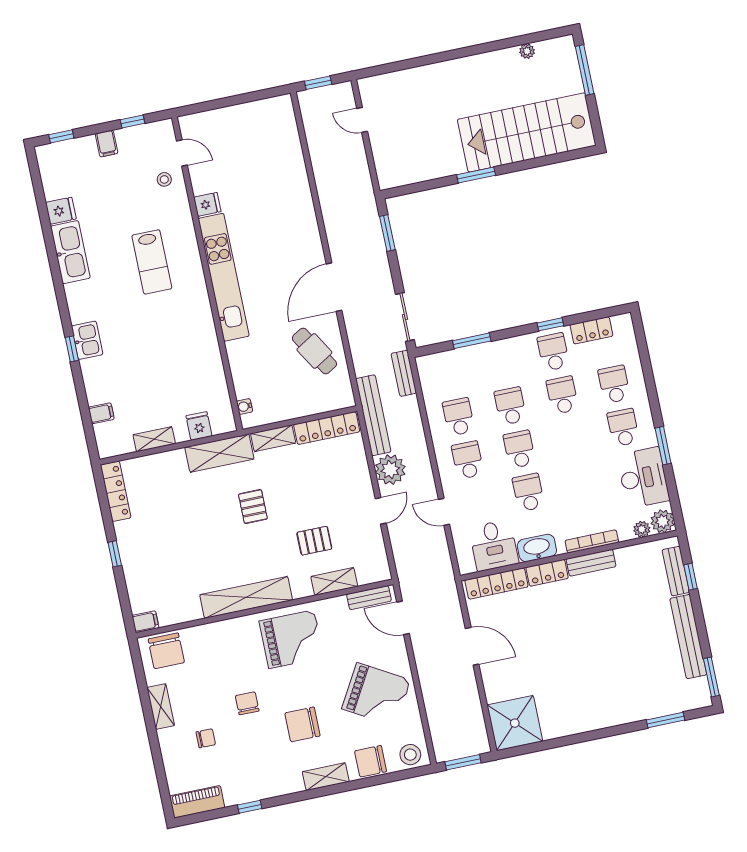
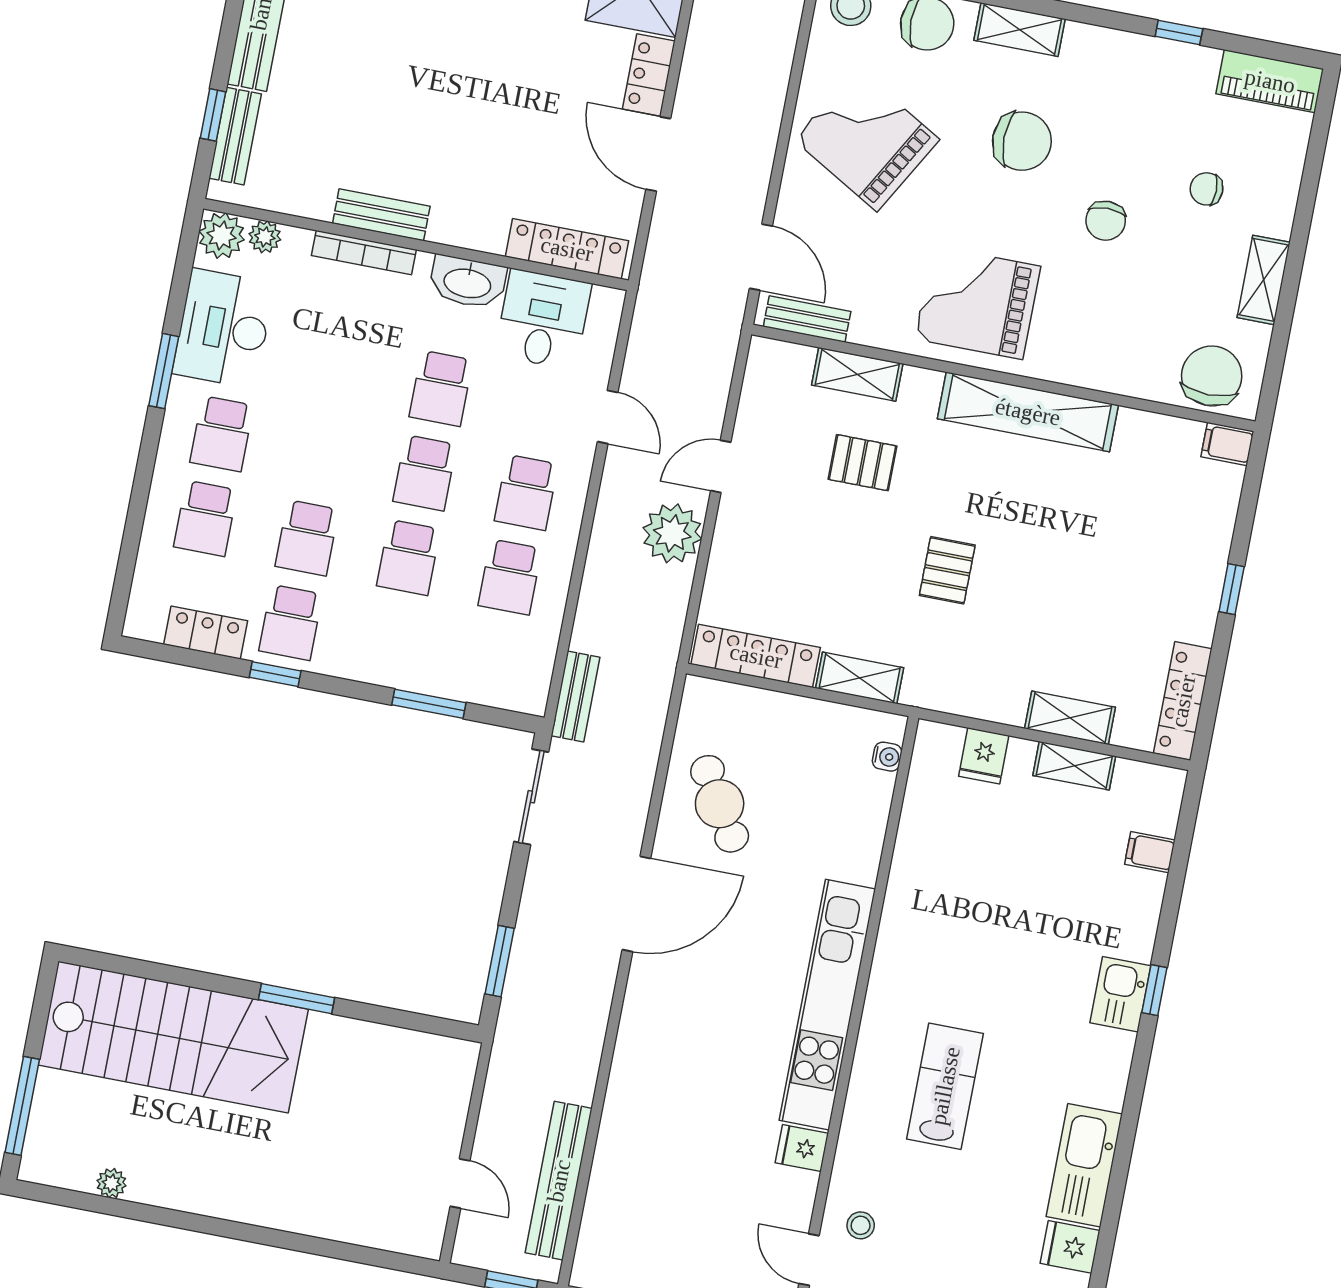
bench: (373, 415) -> (559, 1181), moved
shelving: (219, 453) -> (1070, 718), moved, width x0.67, depth x0.75
locker: (547, 573) -> (649, 75), moved, turned -90

